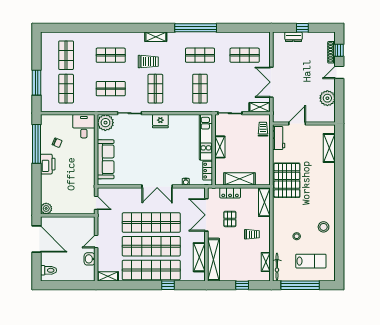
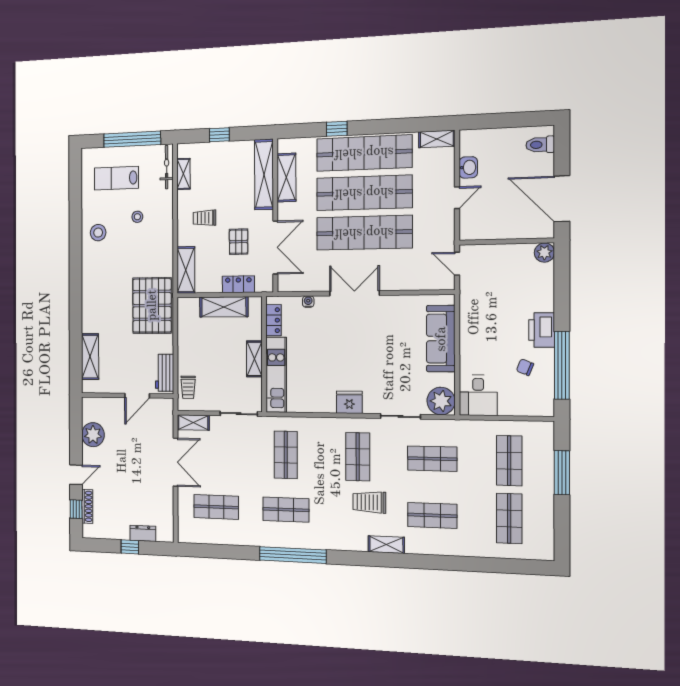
shelving: (156, 37) -> (386, 545), moved

